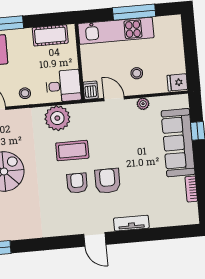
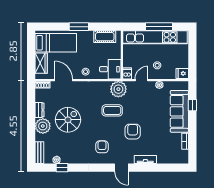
kitchen unit: (116, 31) -> (155, 37), width x1.36
door: (114, 99) -> (141, 80), hinge flipped
plant: (57, 118) -> (118, 89), moved
armchair: (77, 183) -> (102, 147), moved

